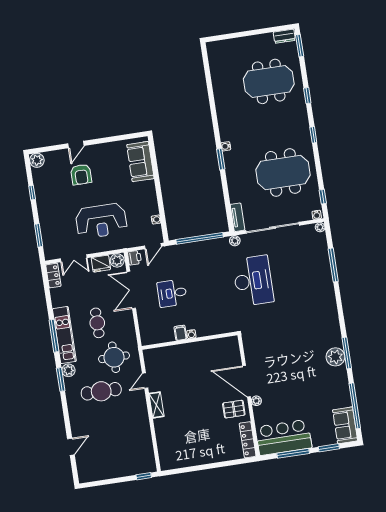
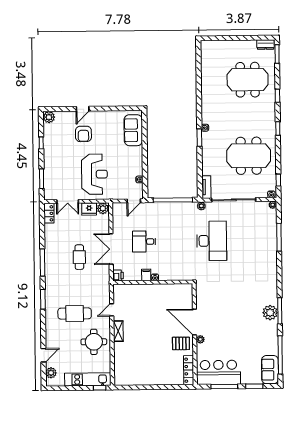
reception desk: (101, 221) -> (94, 174), turned -90
printer: (134, 258) -> (118, 275), moved
double door: (131, 290) -> (111, 249), moved
kitchen unit: (64, 335) -> (88, 379), moved, turned -90
round table: (114, 357) -> (94, 342), moved
plant: (68, 370) -> (51, 373), moved

